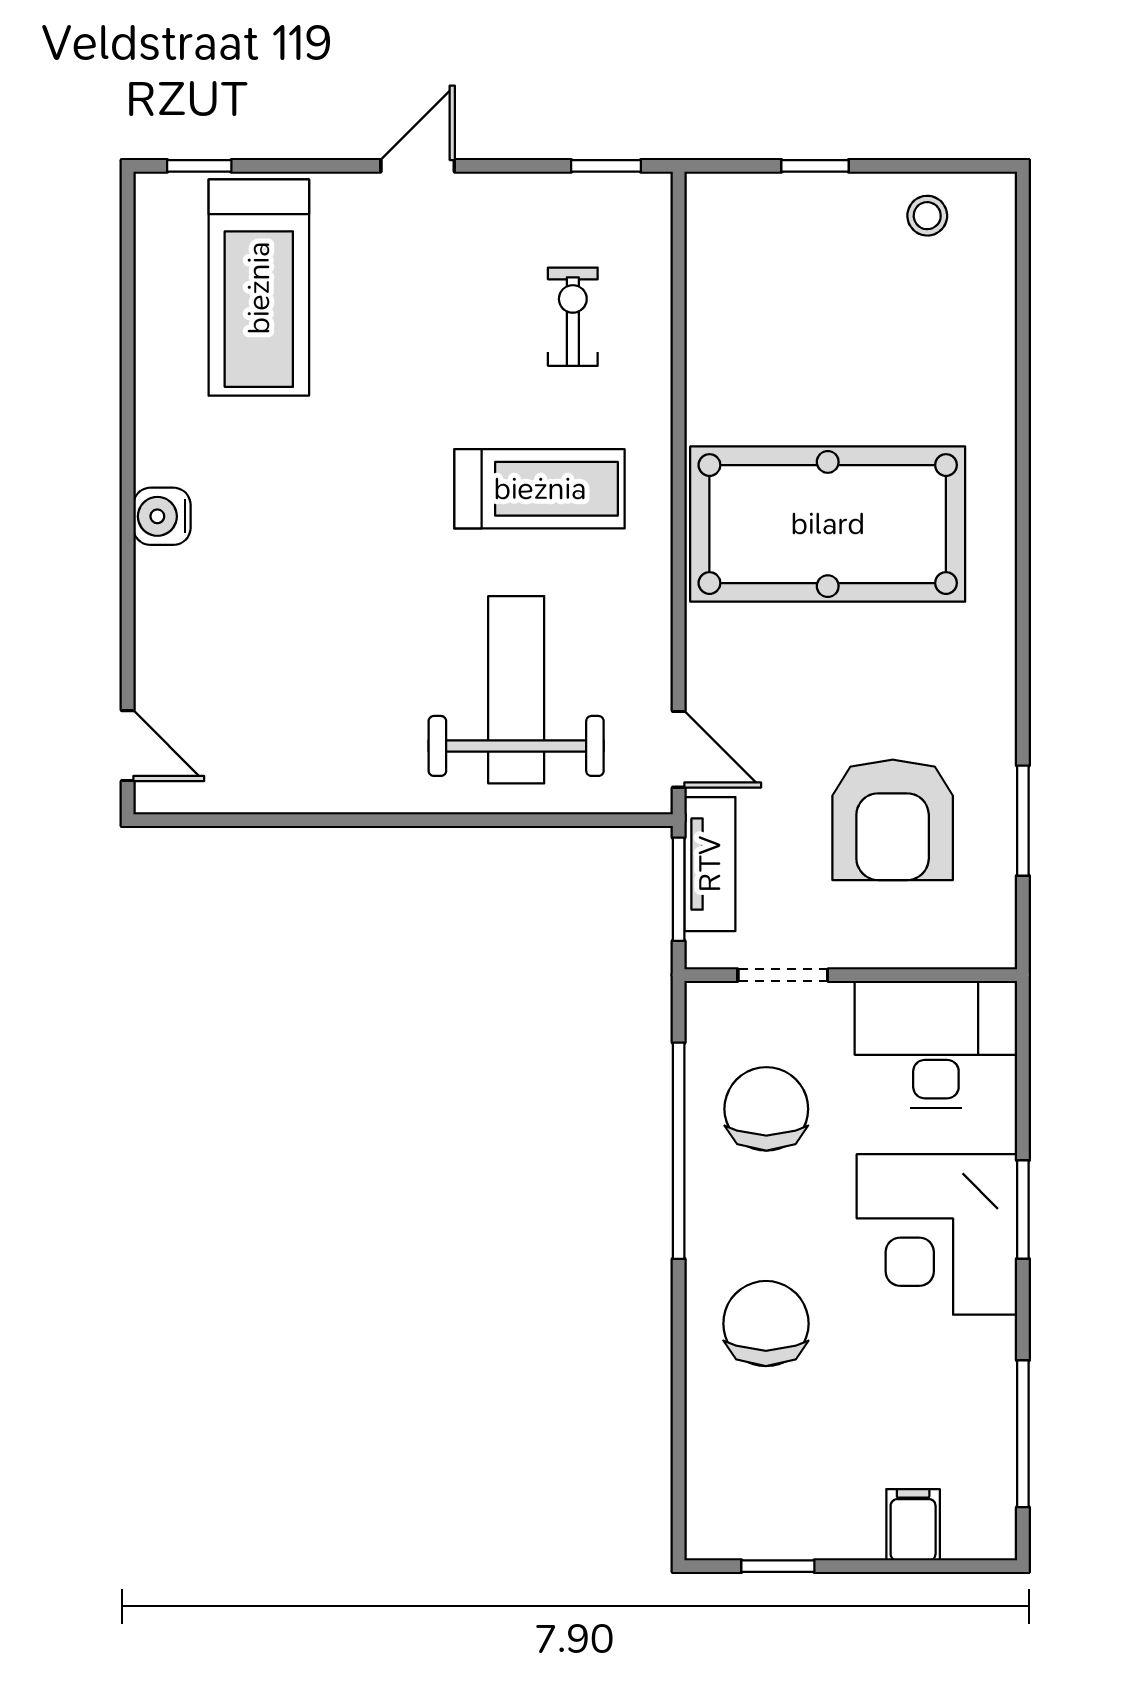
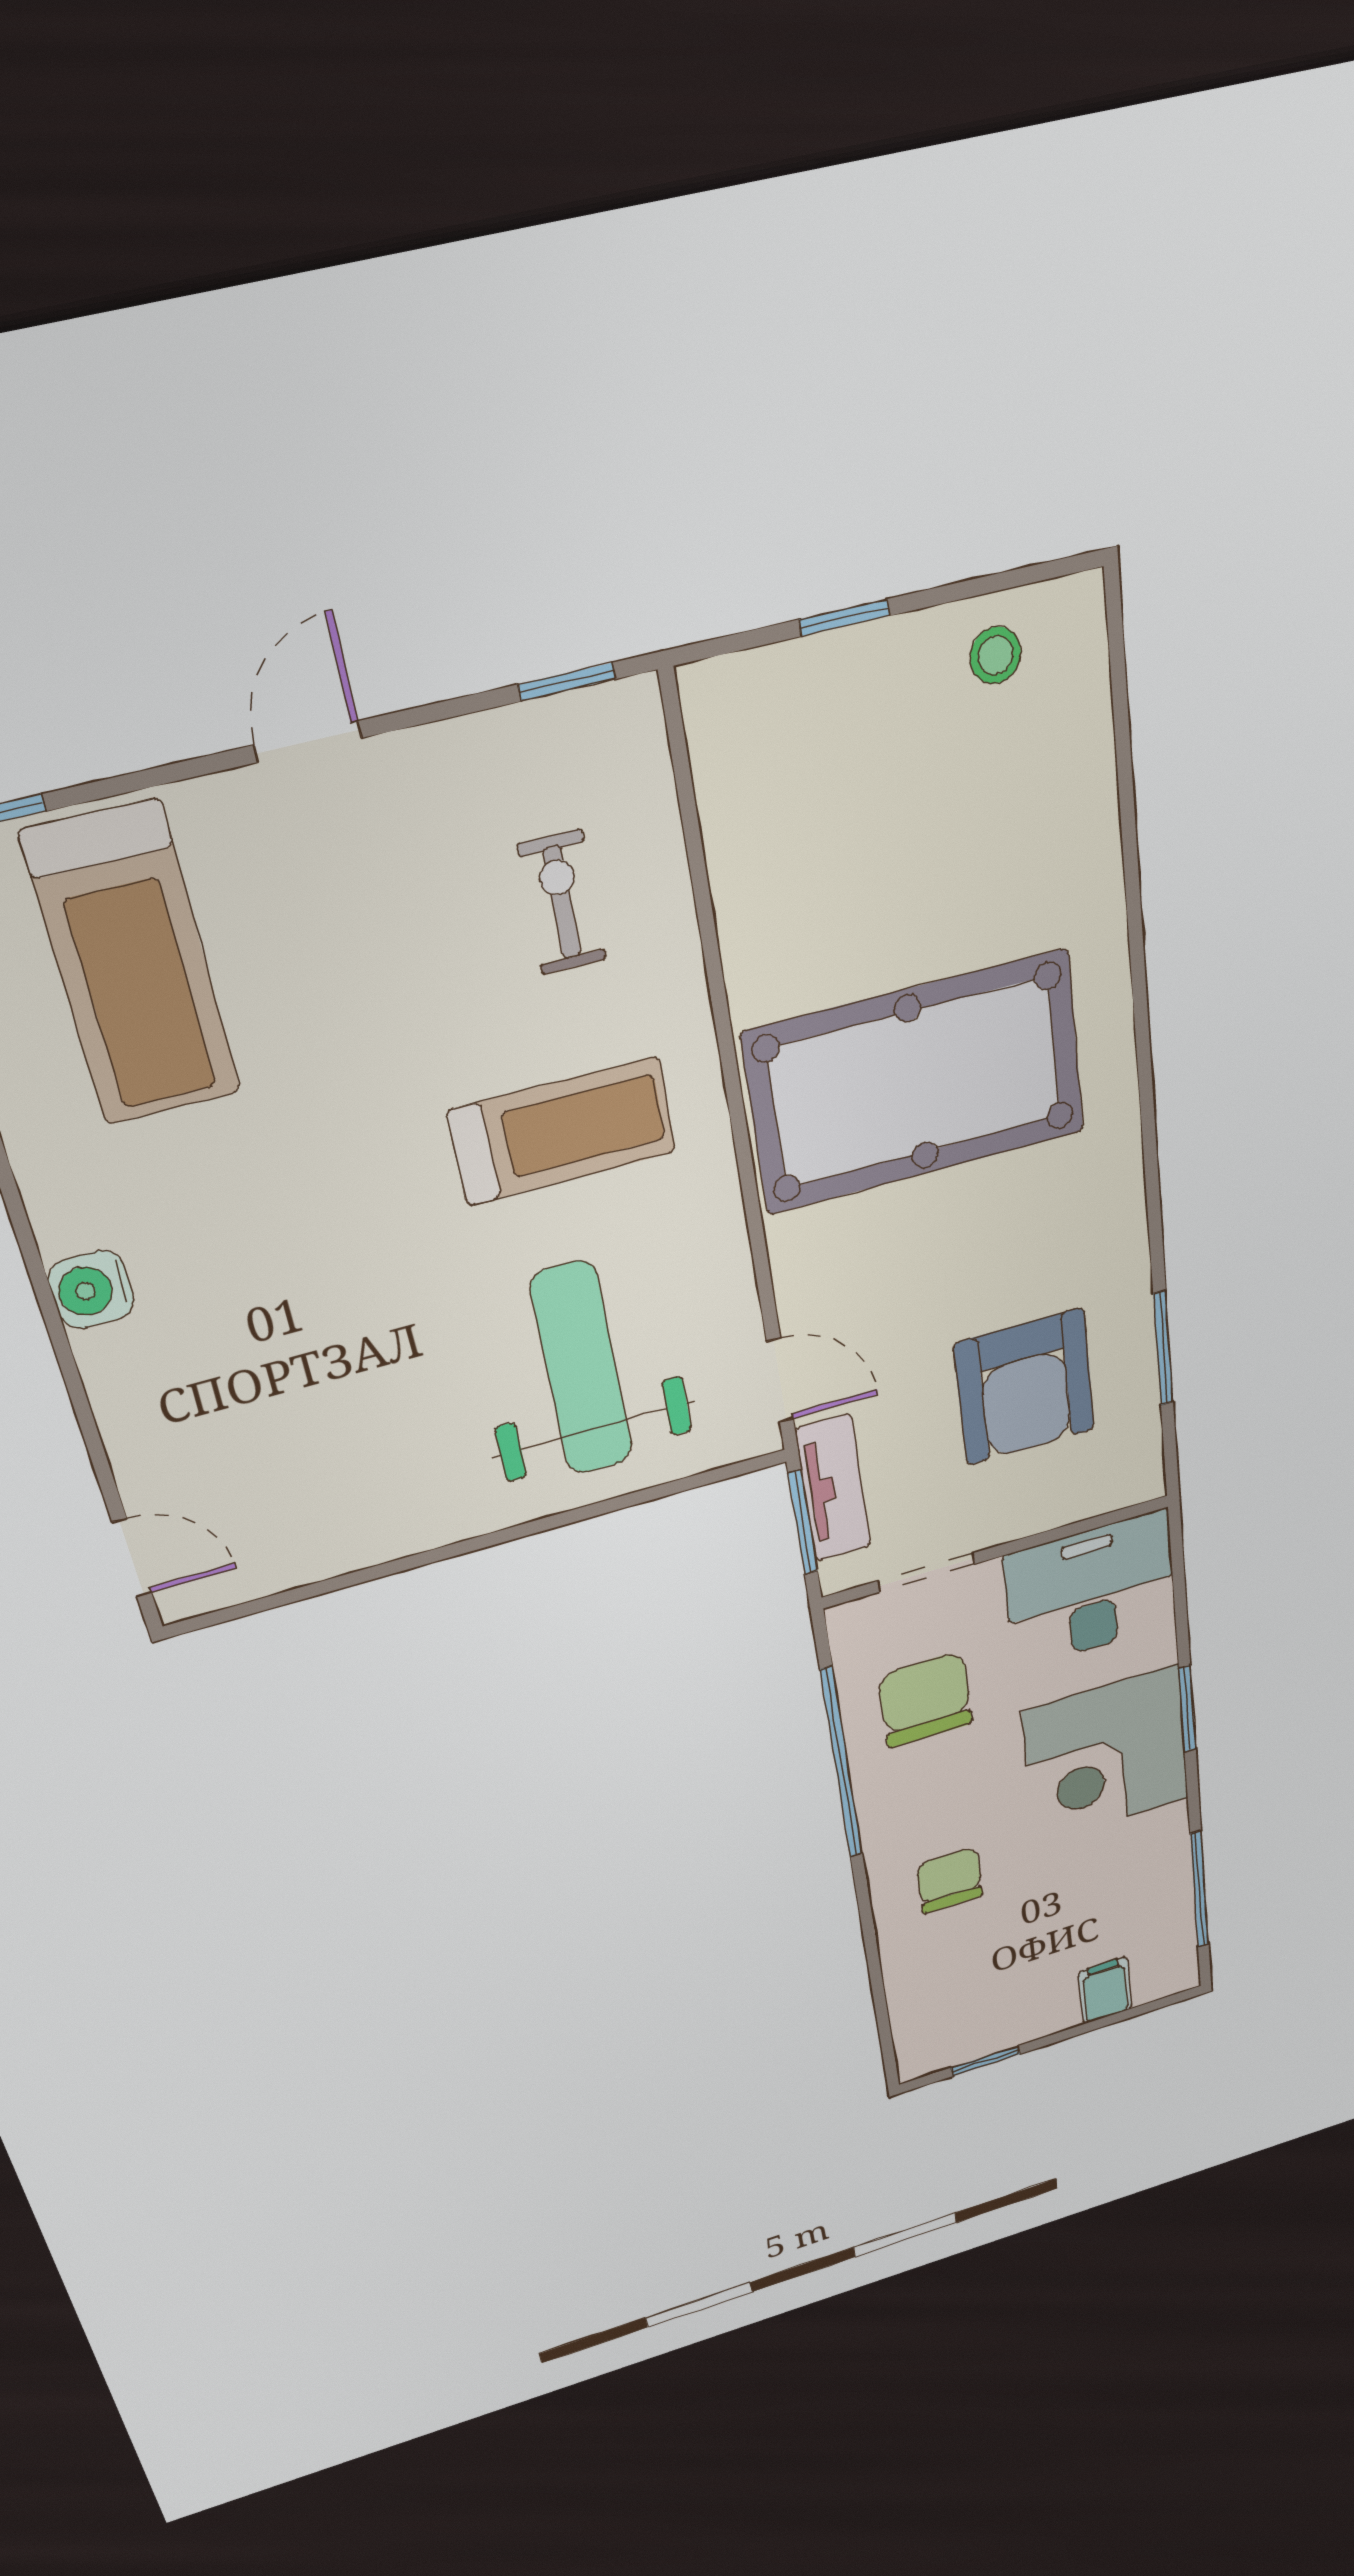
chair: (766, 1324) -> (950, 1880), width x0.73, depth x0.73

